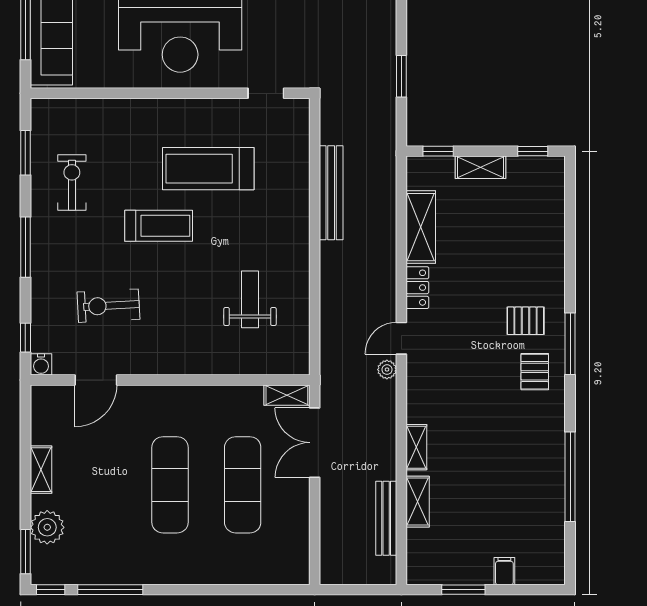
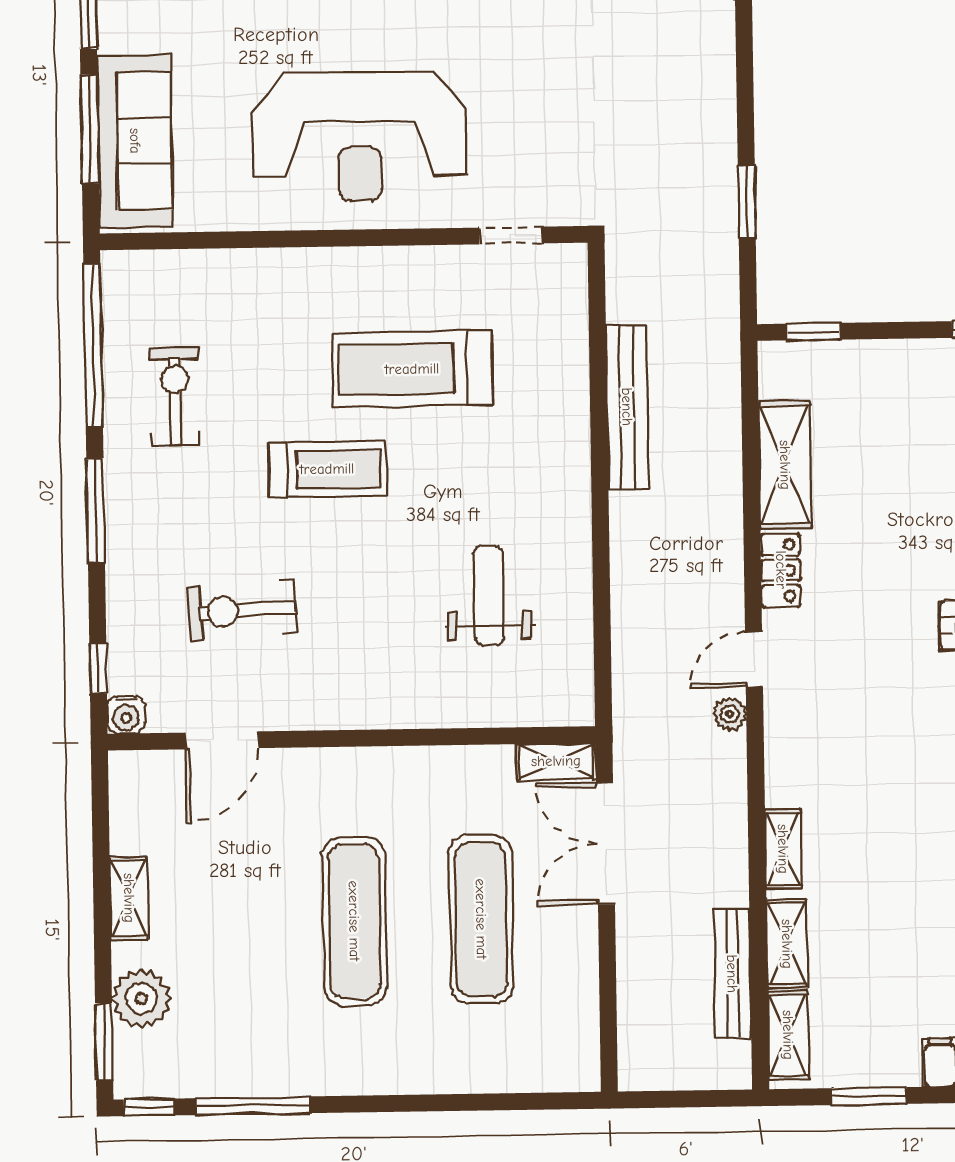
window: (25, 153) -> (93, 346), width x2.11
shelving: (481, 167) -> (788, 1035), moved, turned 90

